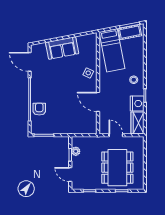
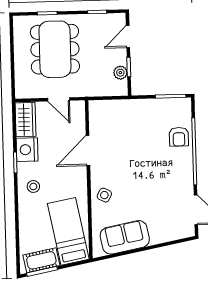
sofa: (62, 48) -> (125, 237), moved
door: (98, 102) -> (88, 151), swing flipped
door: (70, 174) -> (128, 37), swing flipped

